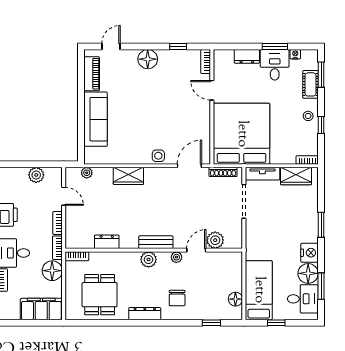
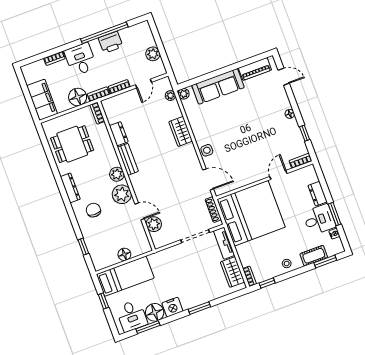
floor lamp: (148, 59) -> (290, 114), width x0.53, depth x0.53
window: (321, 125) -> (267, 283), moved
plant: (90, 158) -> (184, 94), added
bench: (156, 242) -> (128, 159), moved
plant: (176, 257) -> (122, 194), width x1.88, depth x1.88
chair: (177, 298) -> (93, 210), turned 90
floor lamp: (235, 299) -> (124, 254), moved

